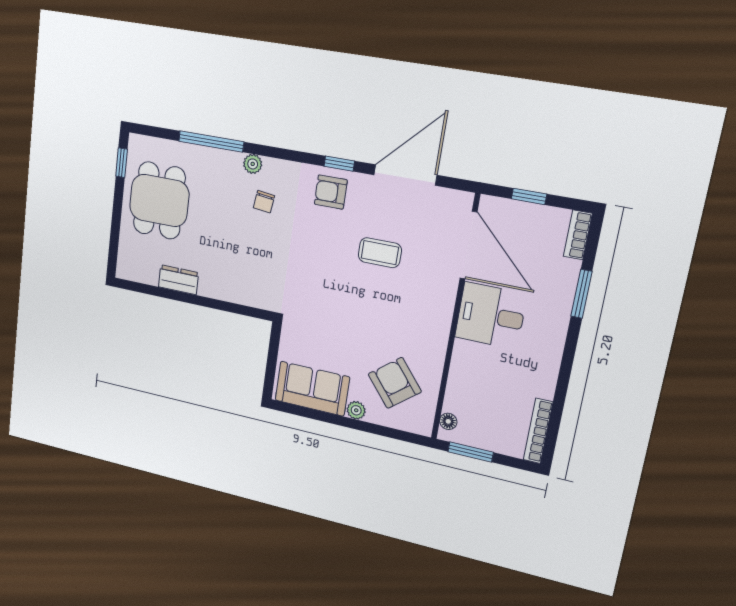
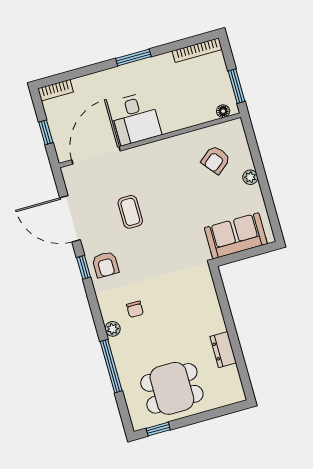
chair: (264, 202) -> (135, 309), turned 83
window: (581, 294) -> (133, 57), moved
armchair: (395, 383) -> (216, 160), width x0.72, depth x0.72
sofa: (312, 389) -> (236, 236), moved, turned 90

